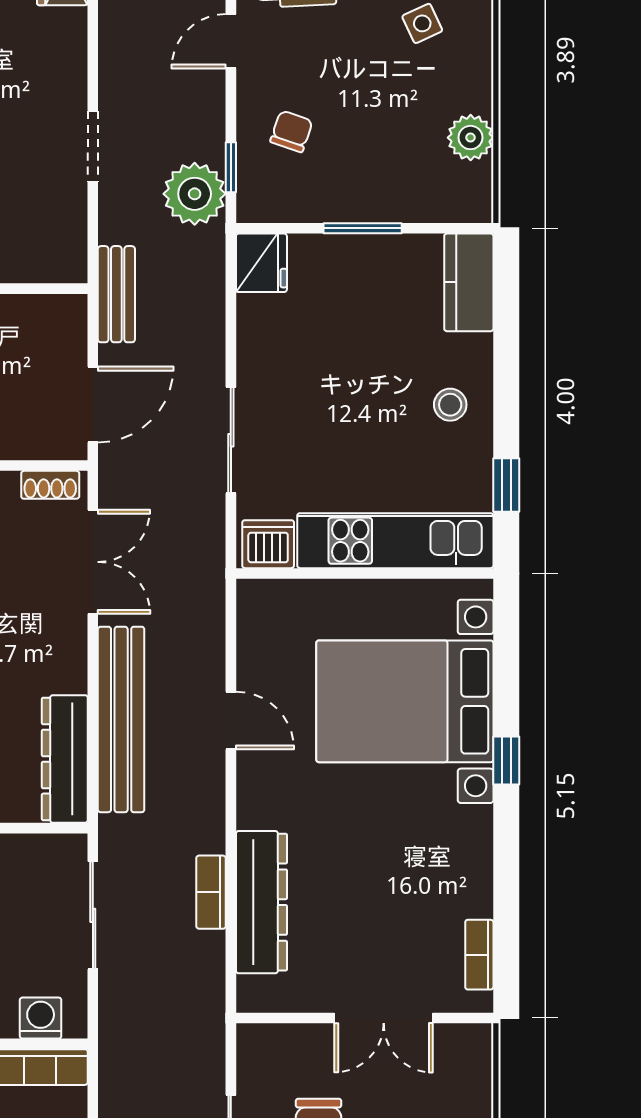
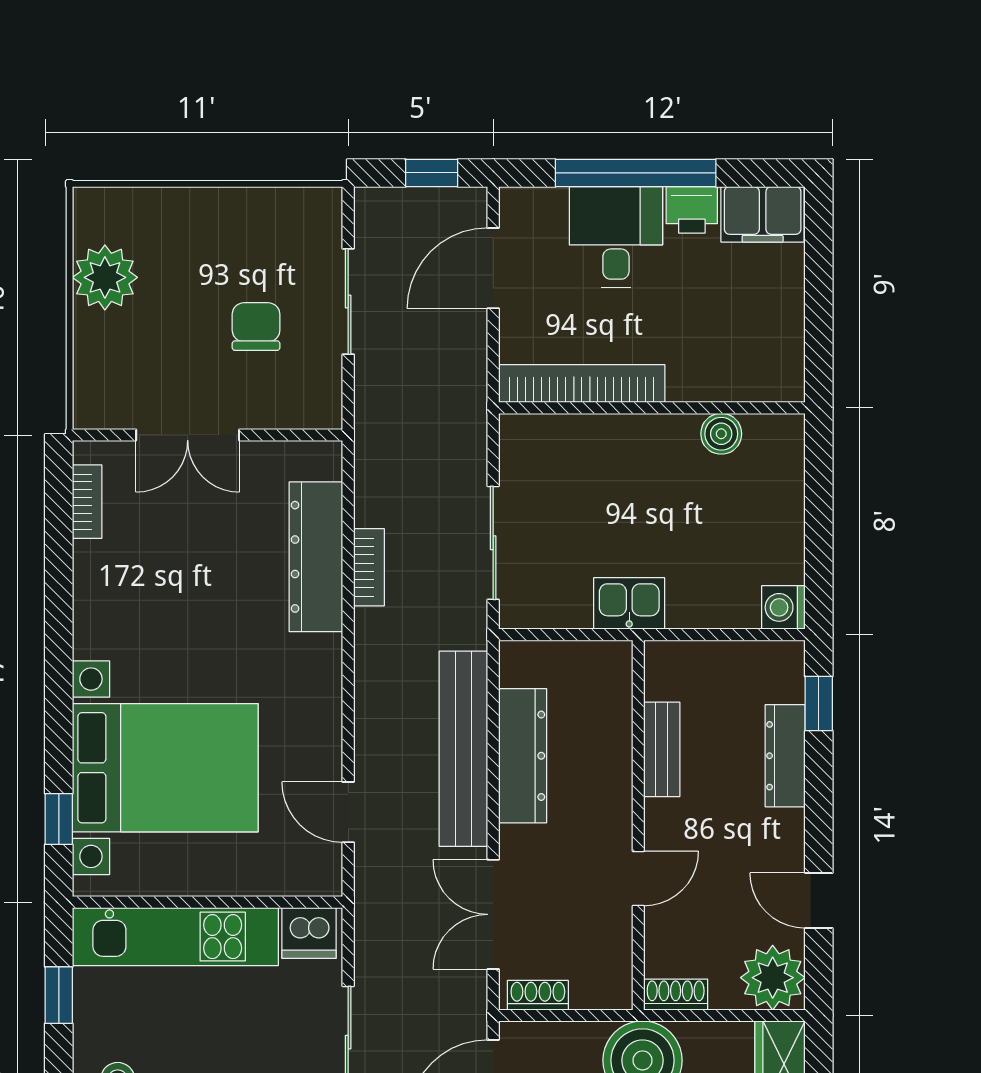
door: (231, 720) -> (348, 812), moved
dresser: (65, 759) -> (523, 756), moved
window: (506, 760) -> (59, 819), moved
washing machine: (41, 1018) -> (548, 435), removed
double door: (384, 1018) -> (188, 435), swing flipped

